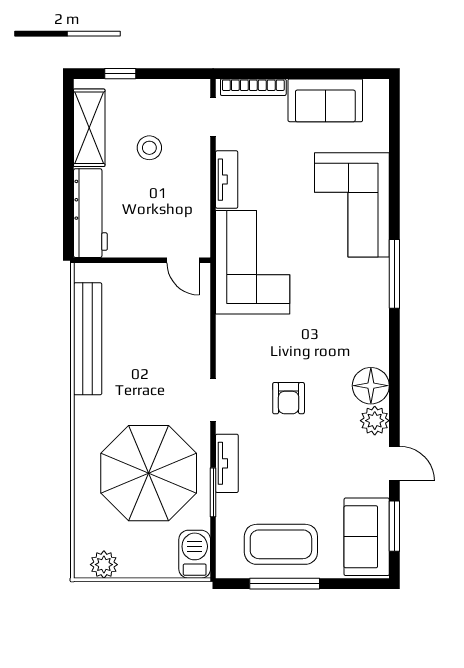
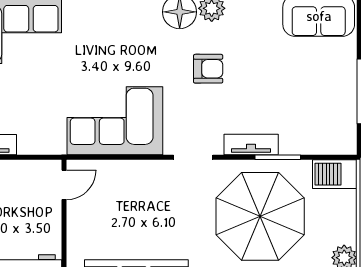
corner sofa: (253, 262) -> (115, 121), moved
armchair: (289, 398) -> (208, 69), moved
coffee table: (281, 544) -> (326, 95), removed

